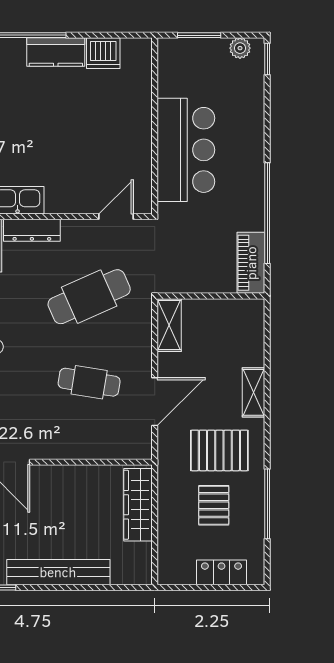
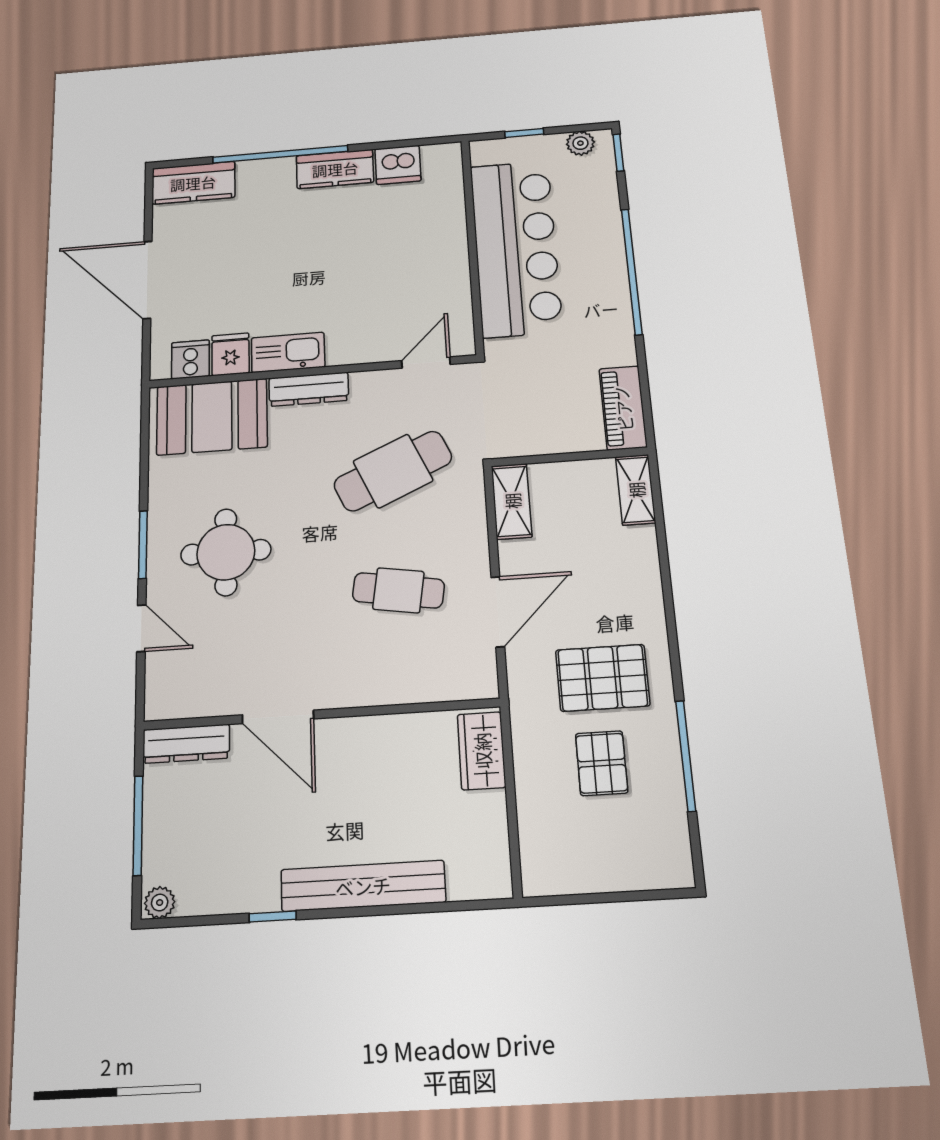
window: (199, 35) -> (524, 133), width x0.67
bar counter: (186, 150) -> (516, 248), width x1.36
window: (267, 213) -> (632, 271), moved
shelving: (253, 392) -> (636, 490), moved
wardrobe: (138, 505) -> (482, 751), width x0.67
locker: (221, 572) -> (624, 871), removed

